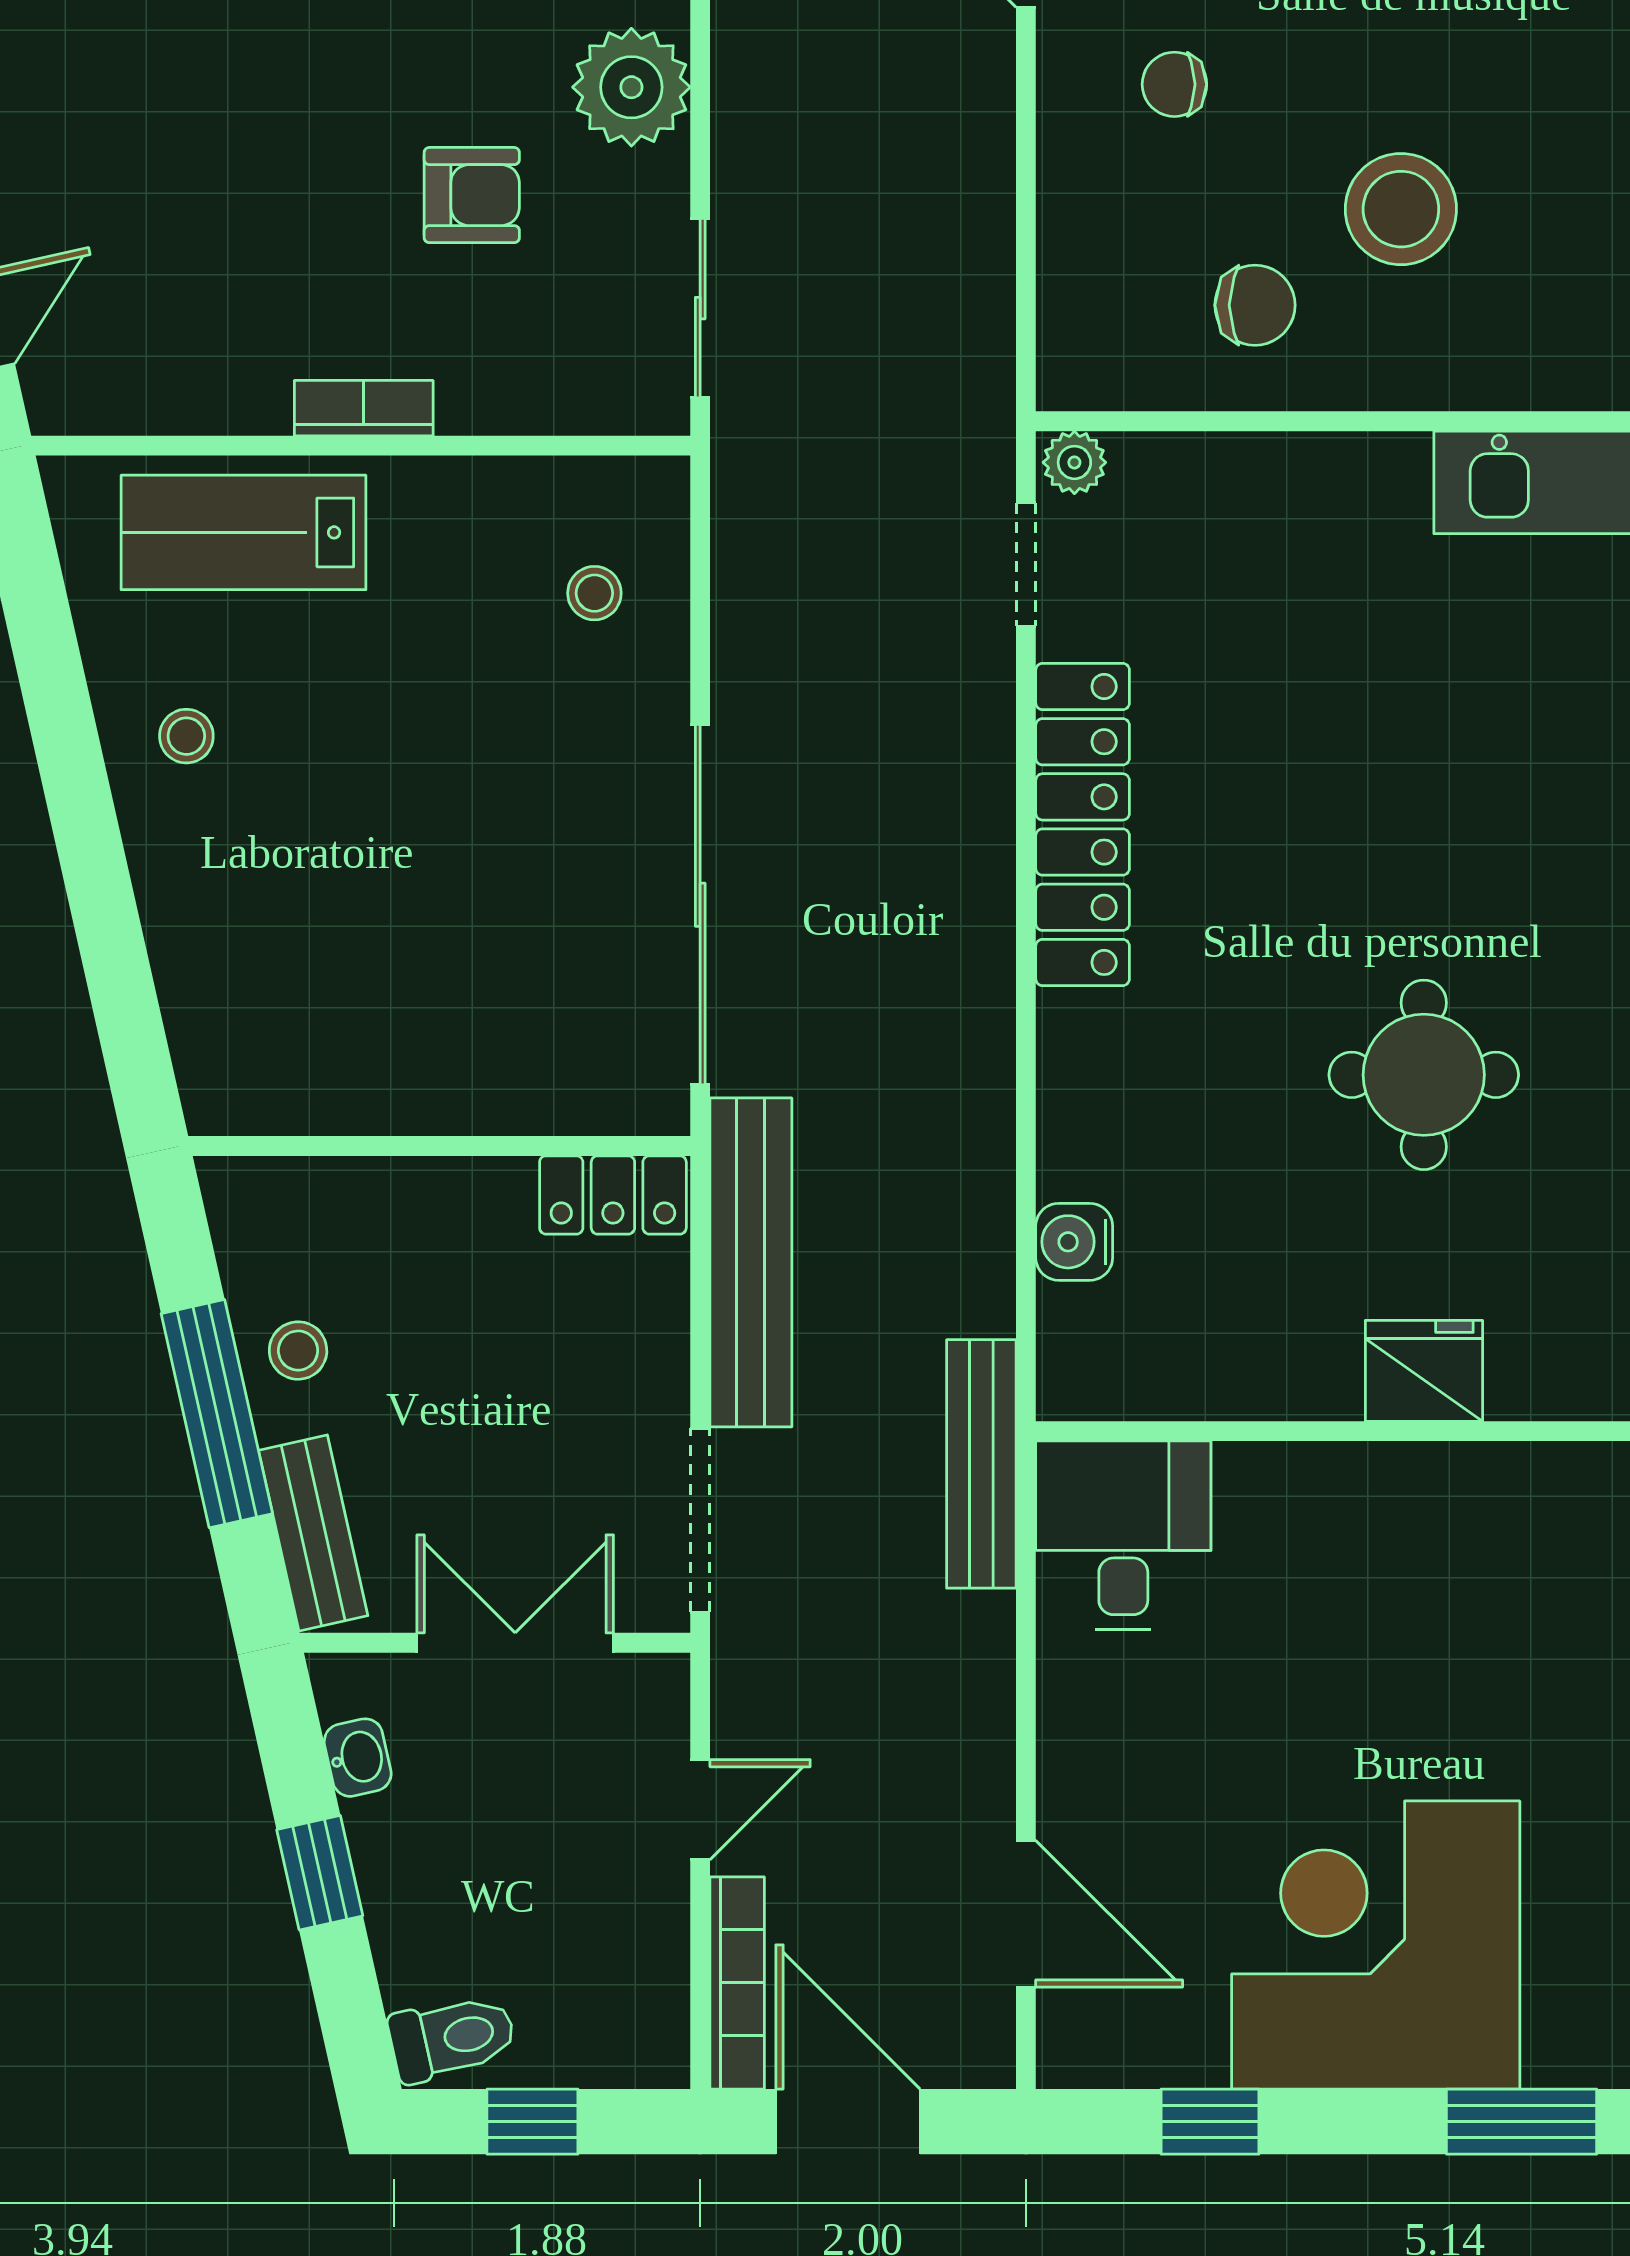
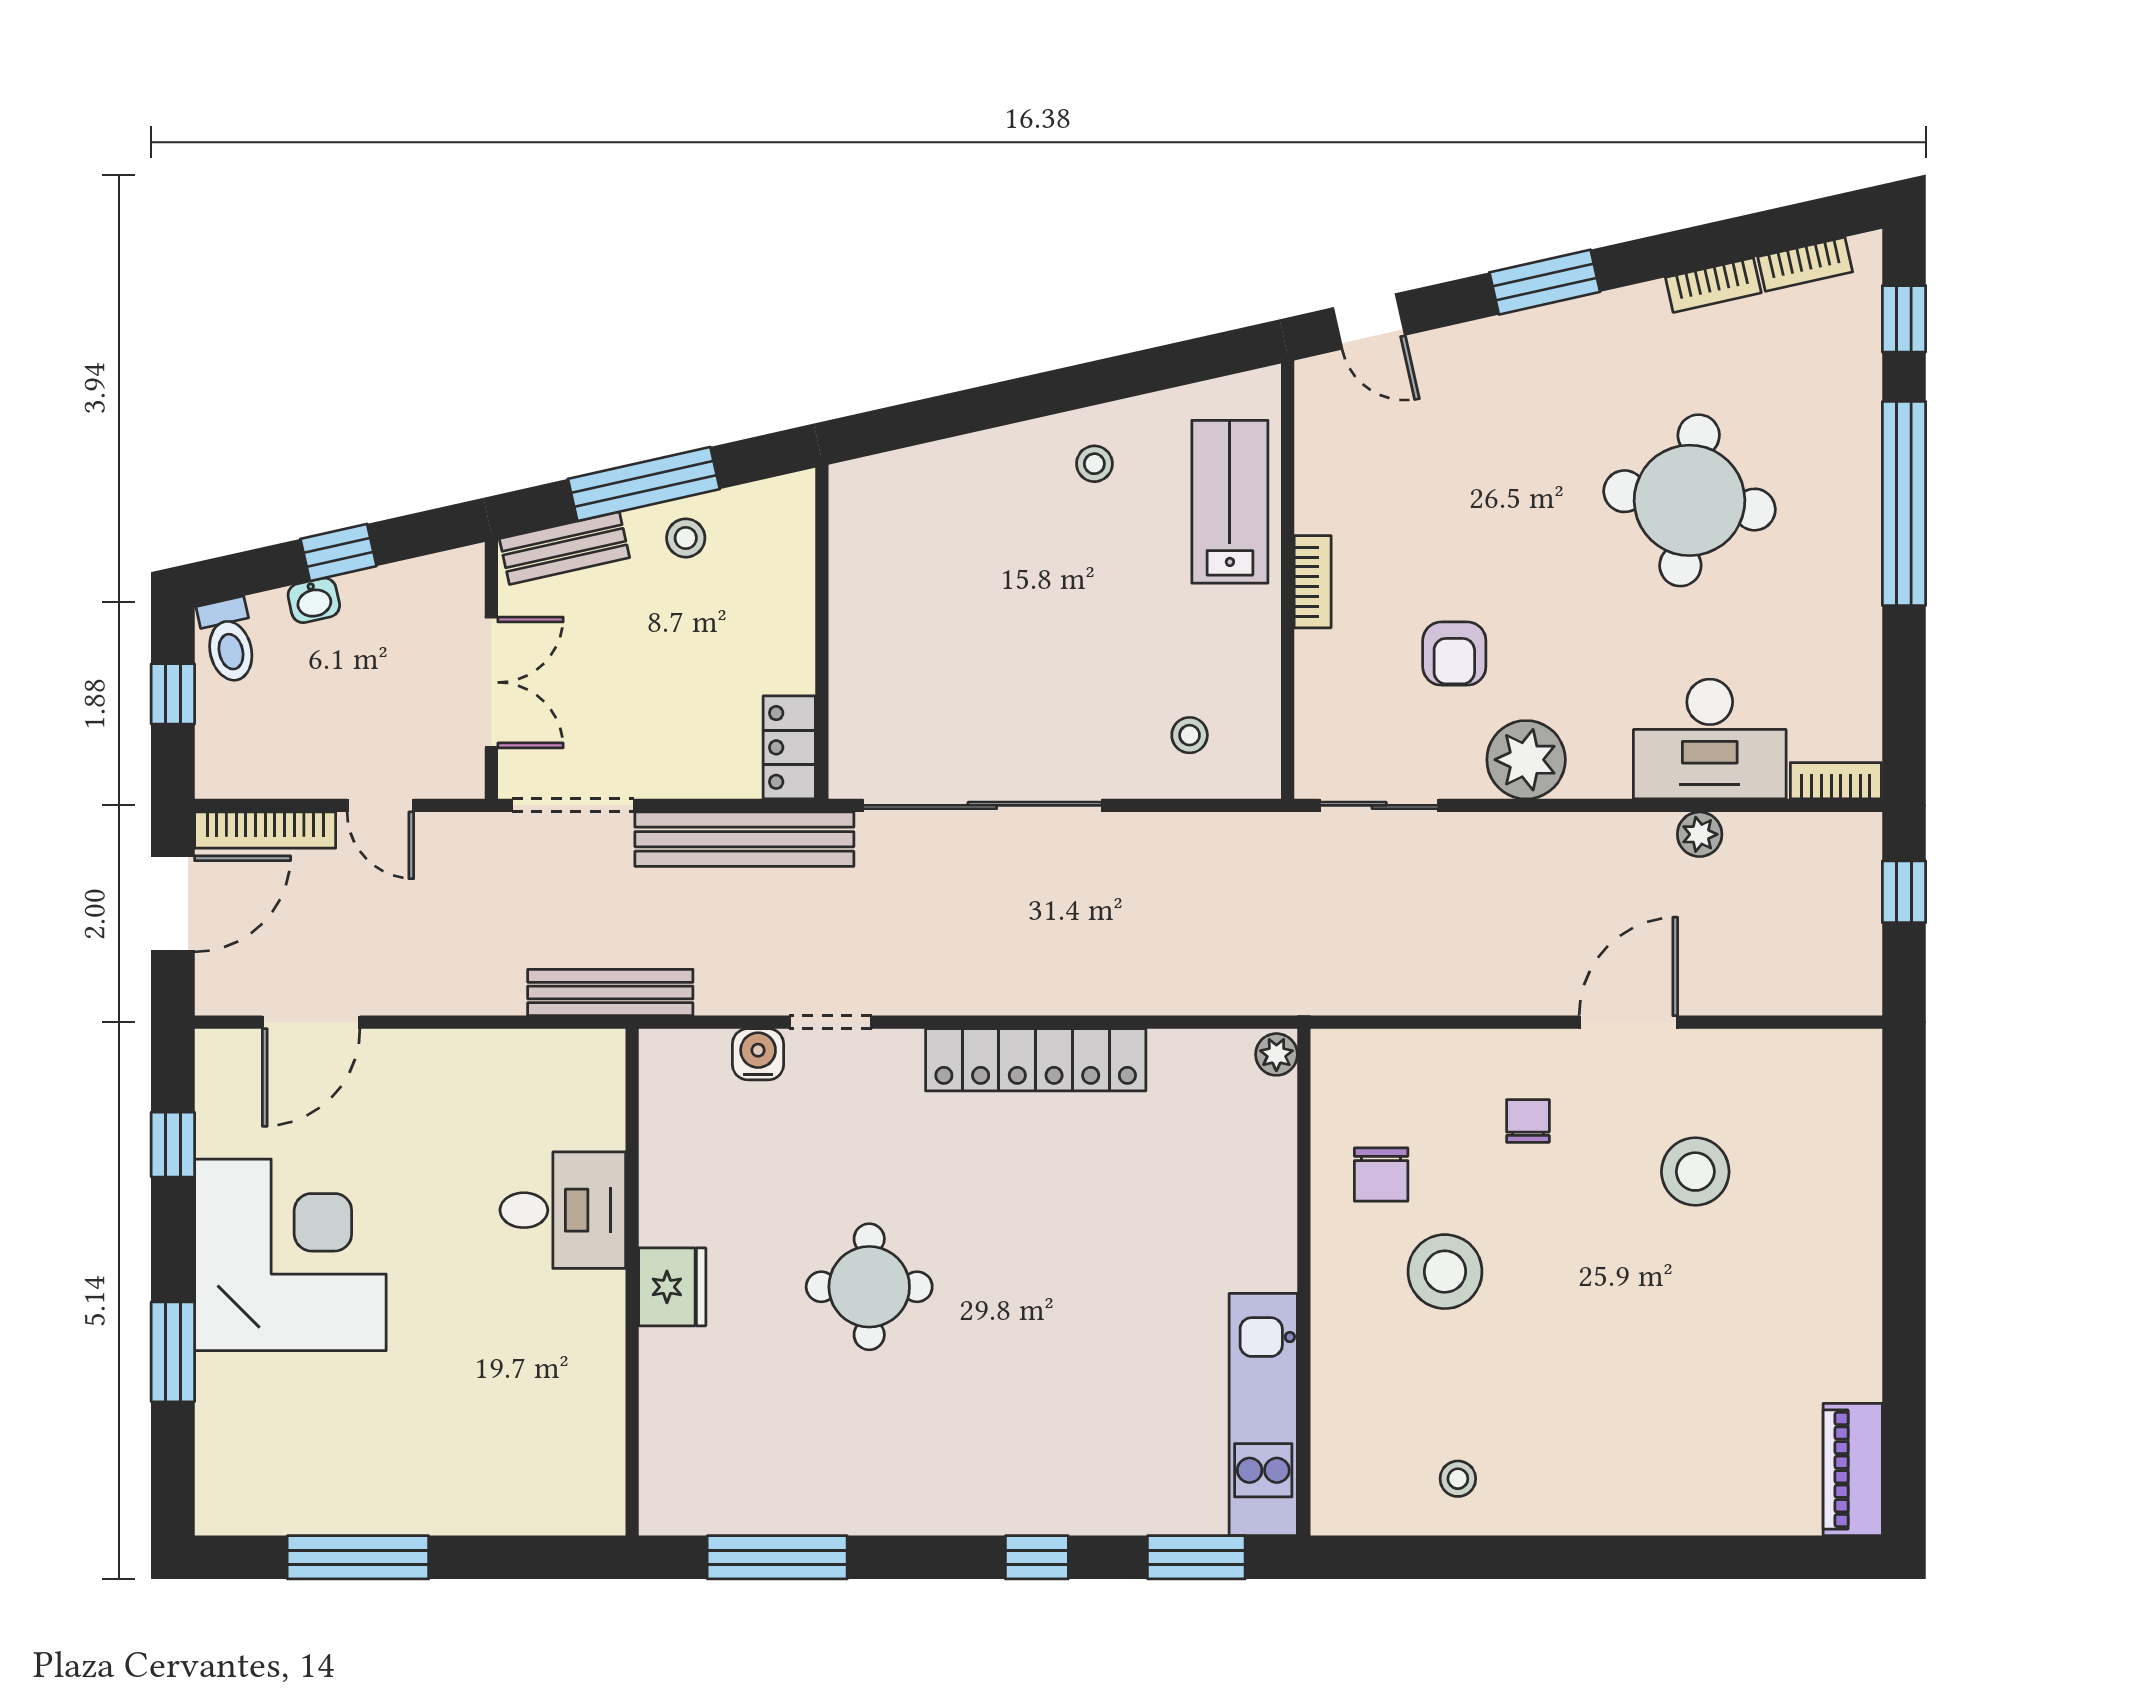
doorway: (1026, 564) -> (831, 1022), moved
desk: (1123, 1535) -> (563, 1210), moved
washbasin: (358, 1758) -> (314, 600), moved

